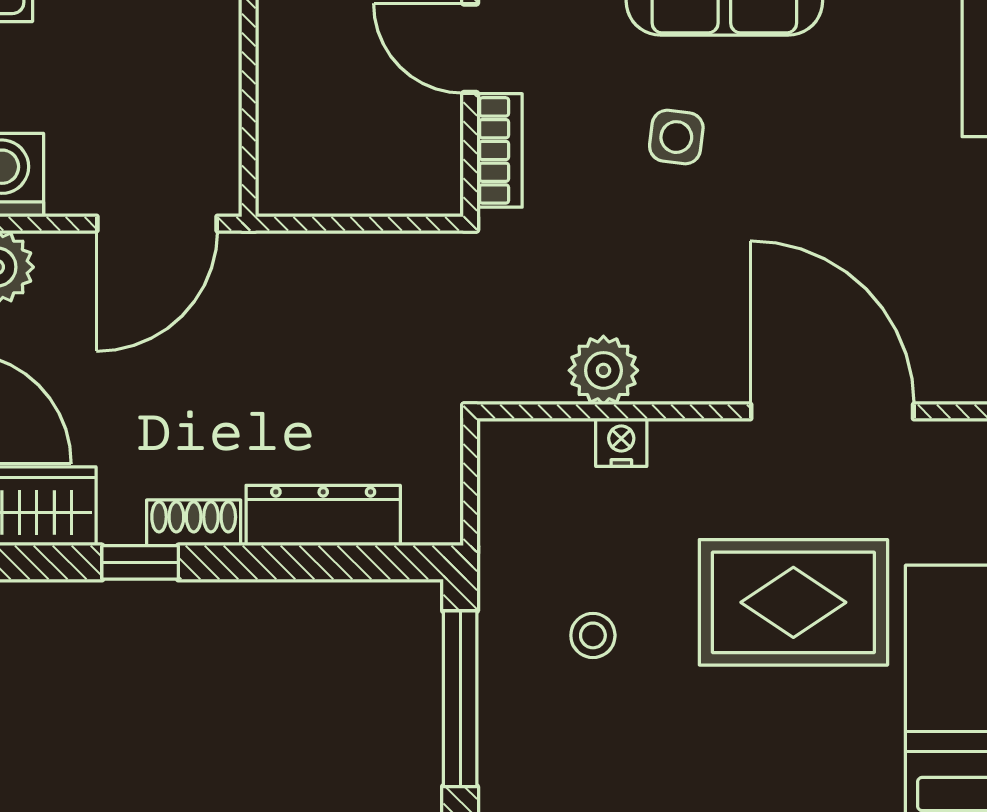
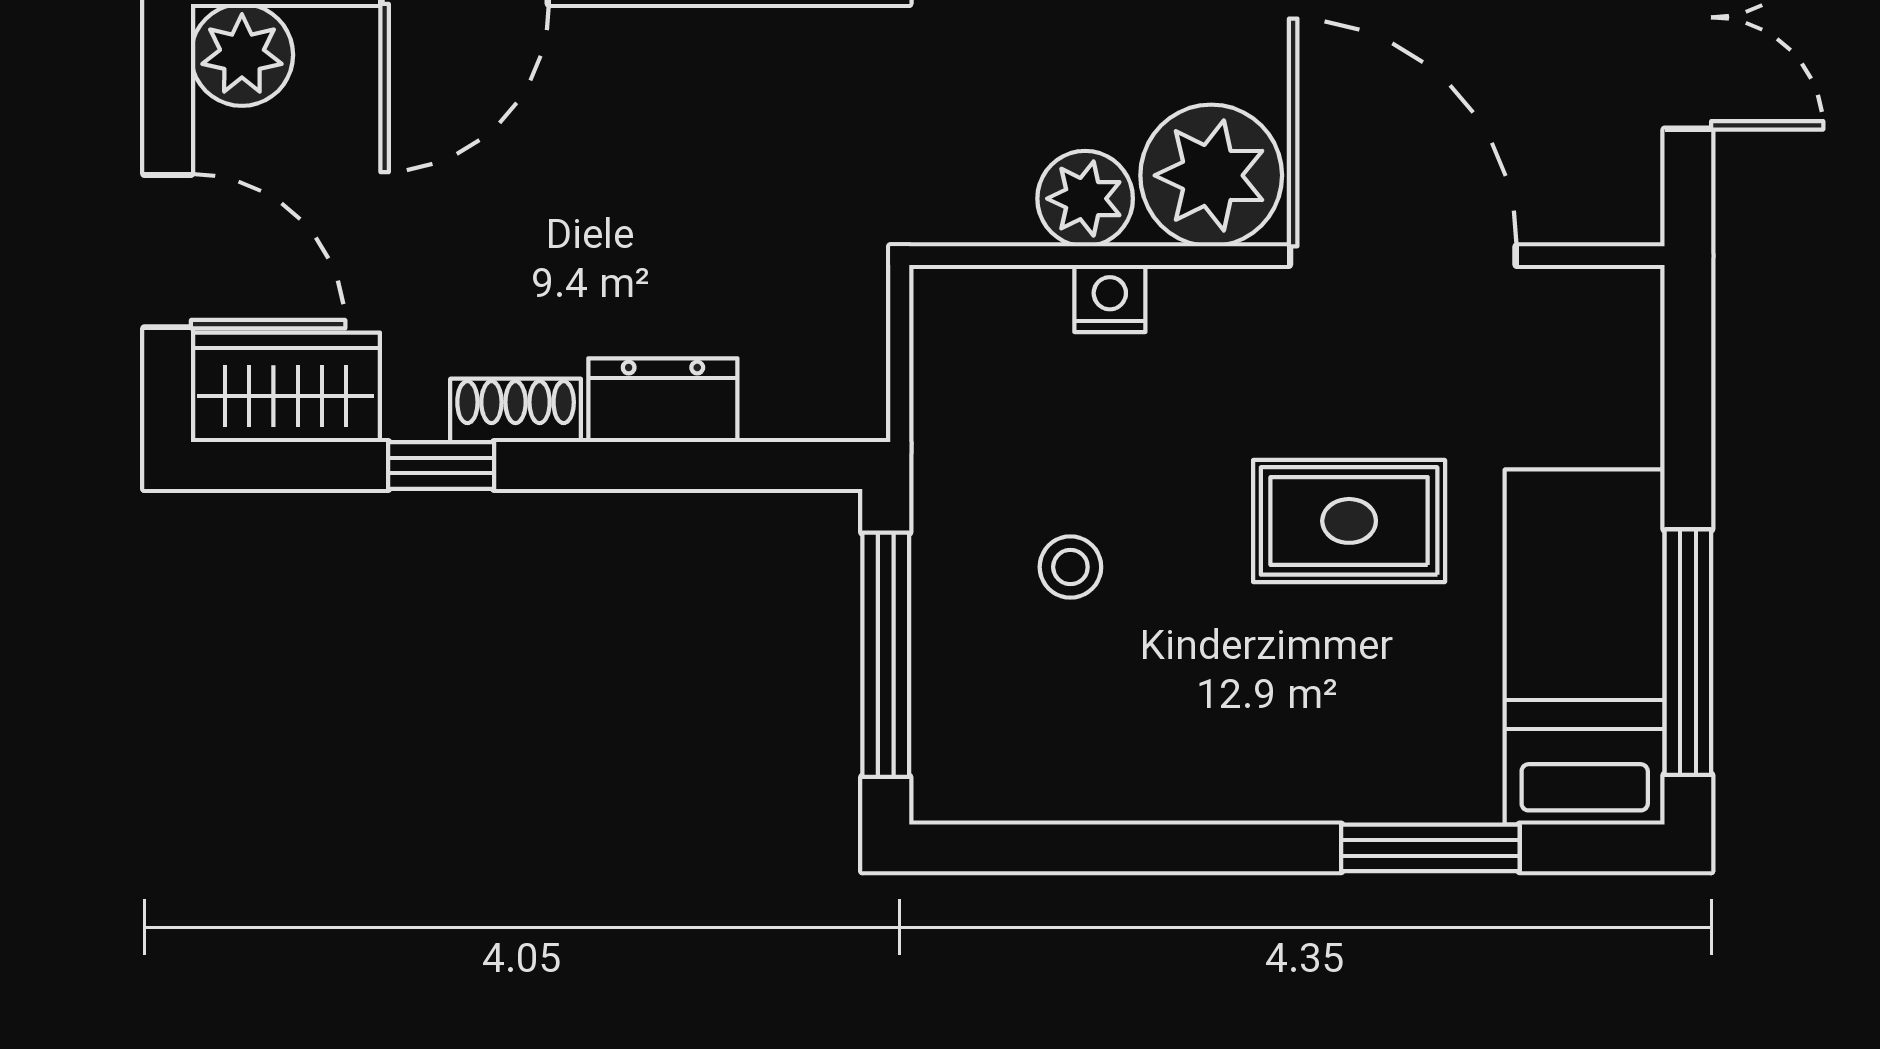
plant: (694, 354) -> (1211, 175), added
dresser: (323, 515) -> (663, 400), width x0.70
rug: (793, 602) -> (1349, 521), width x0.73, depth x0.70

